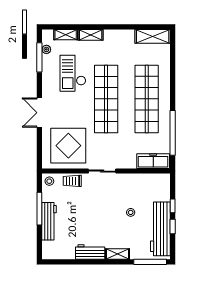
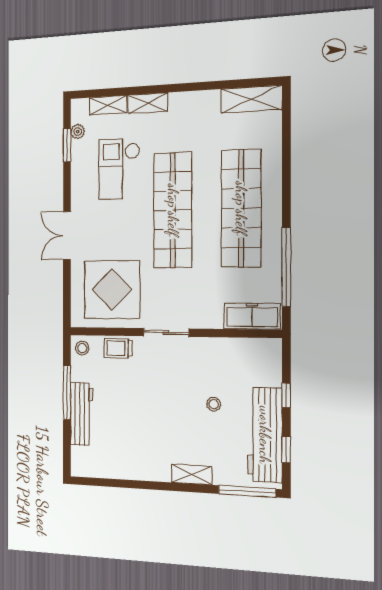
window: (39, 57) -> (67, 145), width x0.69
window: (173, 226) -> (286, 450), moved
workbench: (90, 252) -> (147, 468), removed

